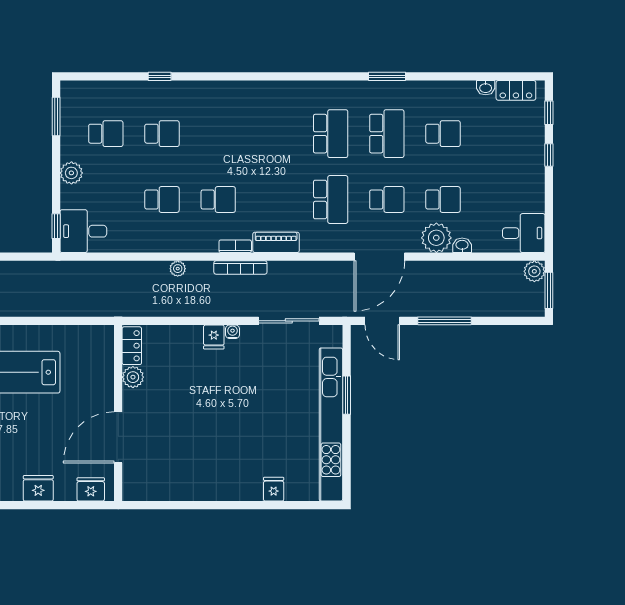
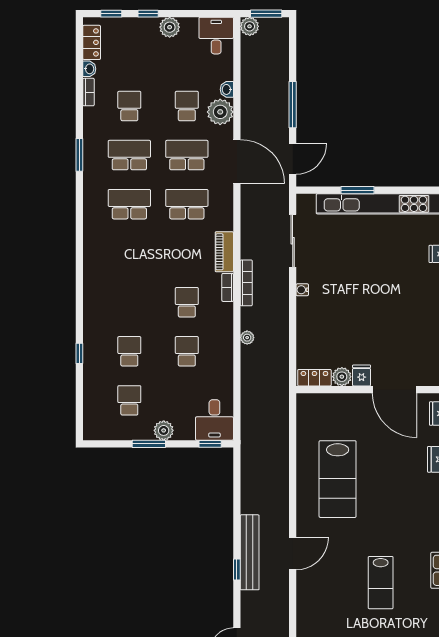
bookcase: (459, 87) -> (88, 92), added
window: (56, 116) -> (149, 444), moved
plant: (533, 180) -> (170, 27), added
school desk: (387, 199) -> (187, 155), width x1.85
fridge: (214, 337) -> (362, 375), moved, turned -90

